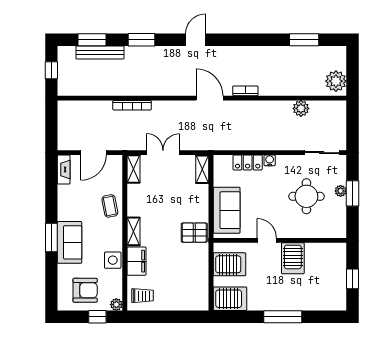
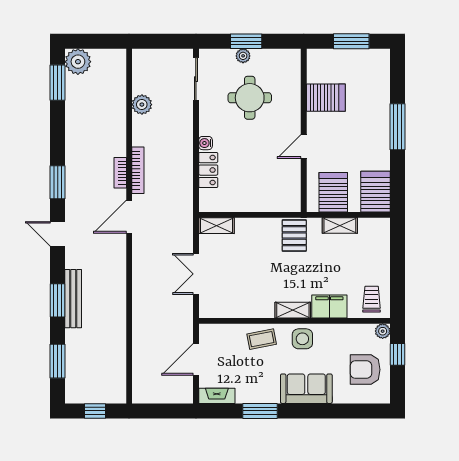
window: (238, 40) -> (58, 182), added
window: (304, 40) -> (58, 83), moved
bench: (100, 53) -> (73, 299), moved
plant: (336, 81) -> (78, 62), moved
bookcase: (132, 105) -> (138, 170), moved
door: (93, 153) -> (196, 359), swing flipped
shelving: (133, 169) -> (340, 226), moved
sofa: (227, 210) -> (267, 196), removed
window: (51, 237) -> (260, 411), moved
server rack: (293, 258) -> (326, 98), moved
side table: (113, 260) -> (302, 339), moved
window: (352, 279) -> (351, 41), width x1.50
armchair: (85, 290) -> (365, 370), turned -90

